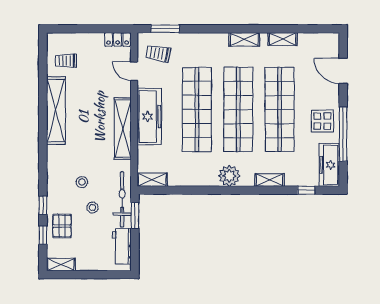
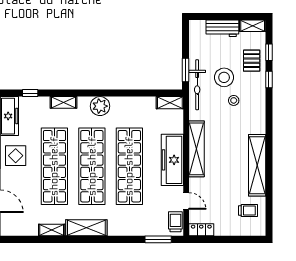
shelving: (244, 39) -> (86, 228), width x1.50, depth x1.33
trolley: (158, 53) -> (175, 222), moved, turned -100
stool: (92, 208) -> (224, 77), width x1.89, depth x1.89
workbench: (122, 246) -> (222, 28), moved, turned 90

